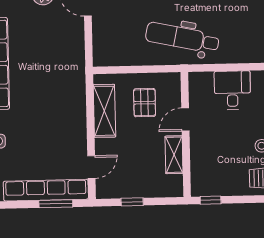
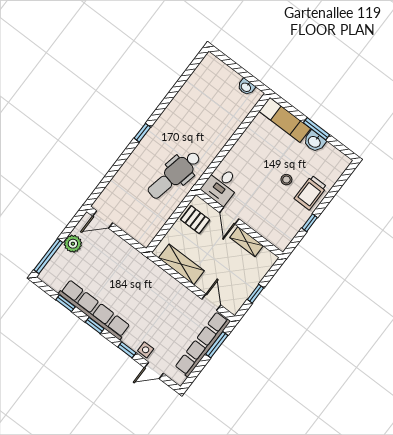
desk: (232, 90) -> (221, 185), moved, turned -90
pallet: (145, 103) -> (195, 220), moved
window: (211, 200) -> (310, 223), moved

